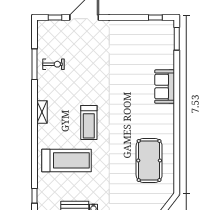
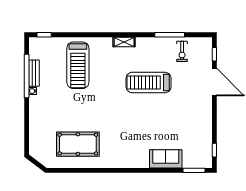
exercise bike: (53, 64) -> (182, 51), moved
sofa: (165, 87) -> (166, 159), moved
treadmill: (89, 122) -> (149, 82), moved, width x1.37, depth x1.38

